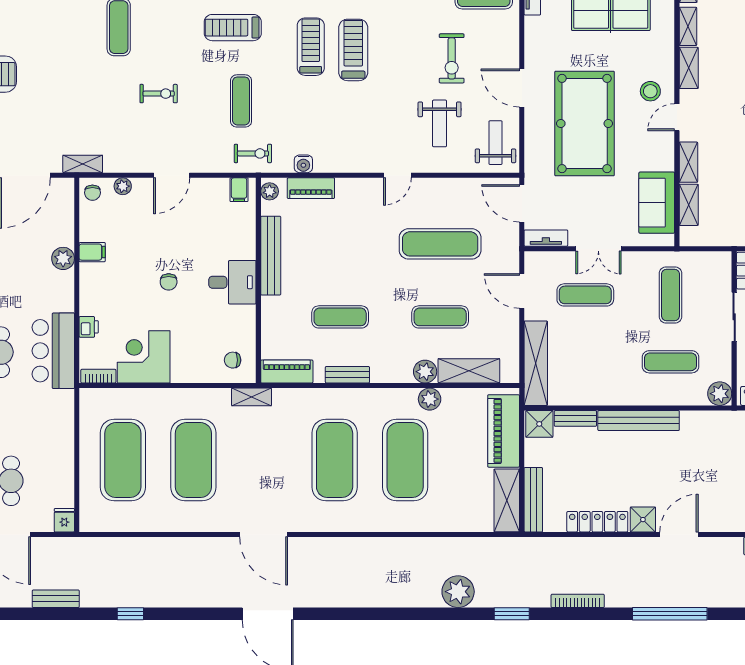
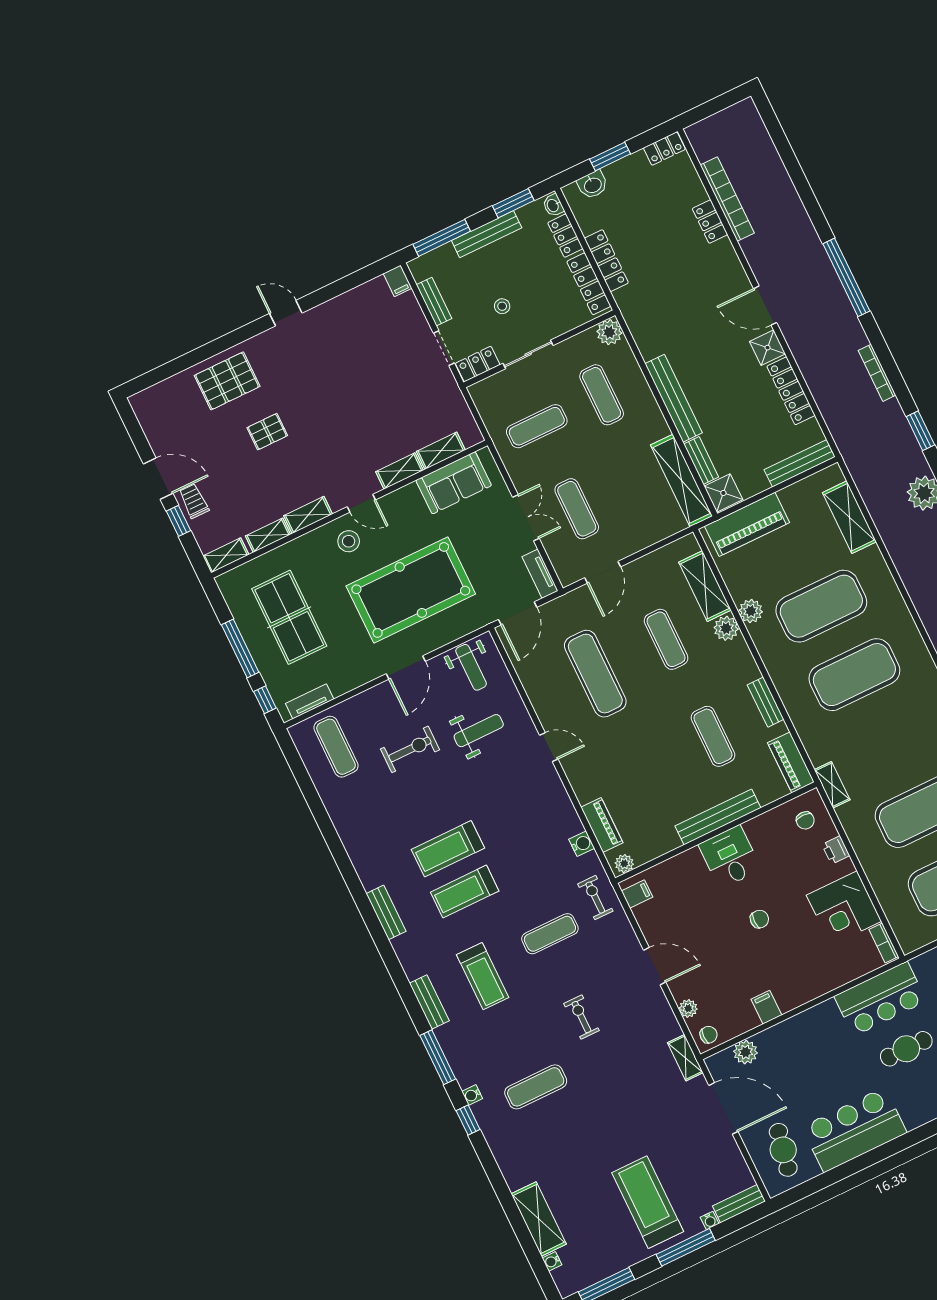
weight bench: (495, 143) -> (471, 667), turned -90
bench: (271, 256) -> (718, 817), moved
plant: (63, 258) -> (745, 1052), moved
printer: (89, 327) -> (836, 850), moved, turned -90
shelving: (536, 363) -> (682, 481), moved, turned 90
shelving: (507, 500) -> (849, 517), moved, turned 90

